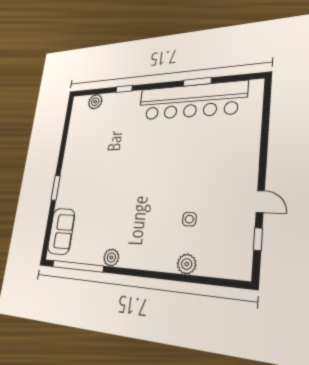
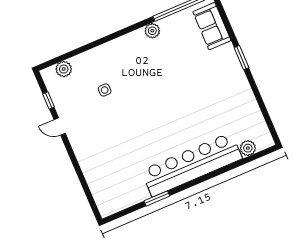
window: (124, 89) -> (224, 170), removed
bar counter: (191, 101) -> (192, 165), moved
plant: (187, 264) -> (64, 69), moved

